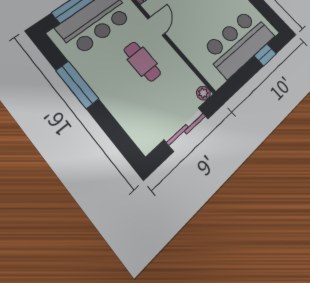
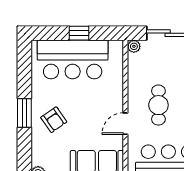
window: (265, 55) -> (79, 33), moved

